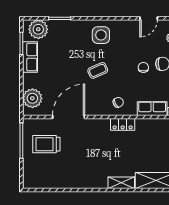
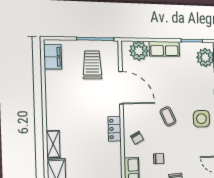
row of seats: (30, 57) -> (164, 49), moved
chair: (143, 67) -> (159, 159), moved
locker: (123, 124) -> (115, 129), moved
filing cabinet: (39, 181) -> (53, 57), added

